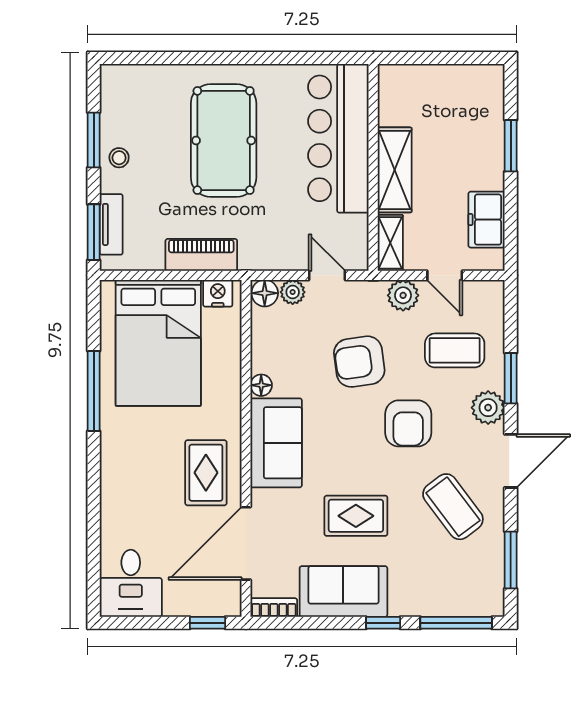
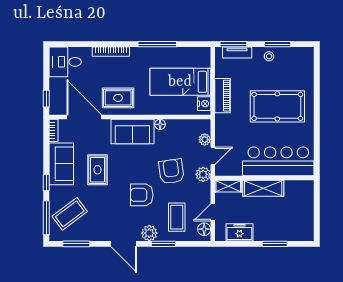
floor lamp: (265, 293) -> (204, 229), moved
plant: (403, 295) -> (203, 174), moved
bed: (158, 343) -> (180, 82), width x0.67
bookcase: (109, 488) -> (111, 52), added
coffee table: (453, 507) -> (70, 214), moved

